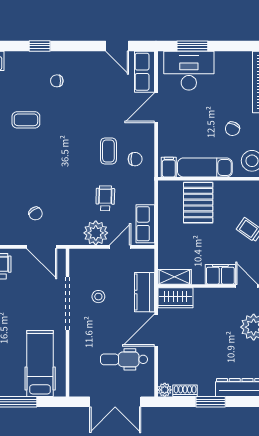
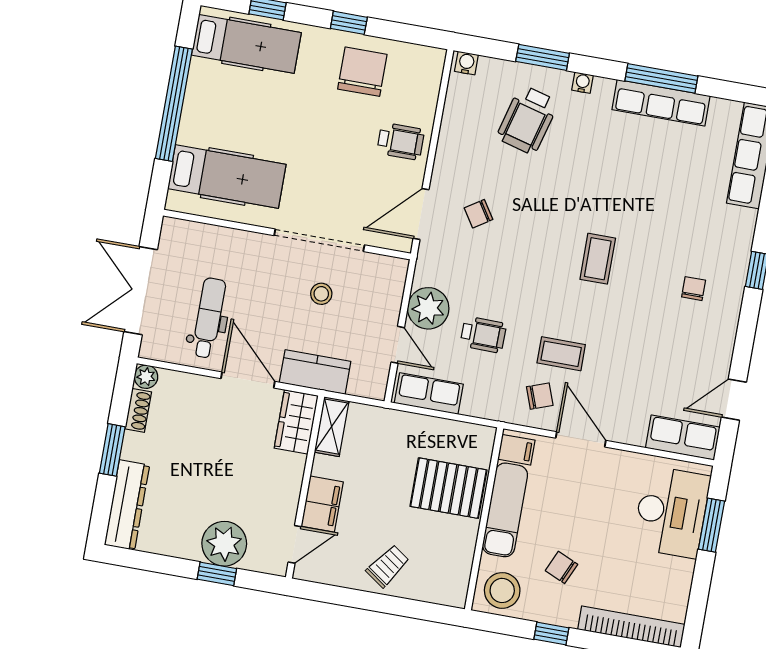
door: (156, 108) -> (581, 439), moved
coffee table: (26, 120) -> (598, 259), moved
chair: (135, 159) -> (540, 396), turned -110

